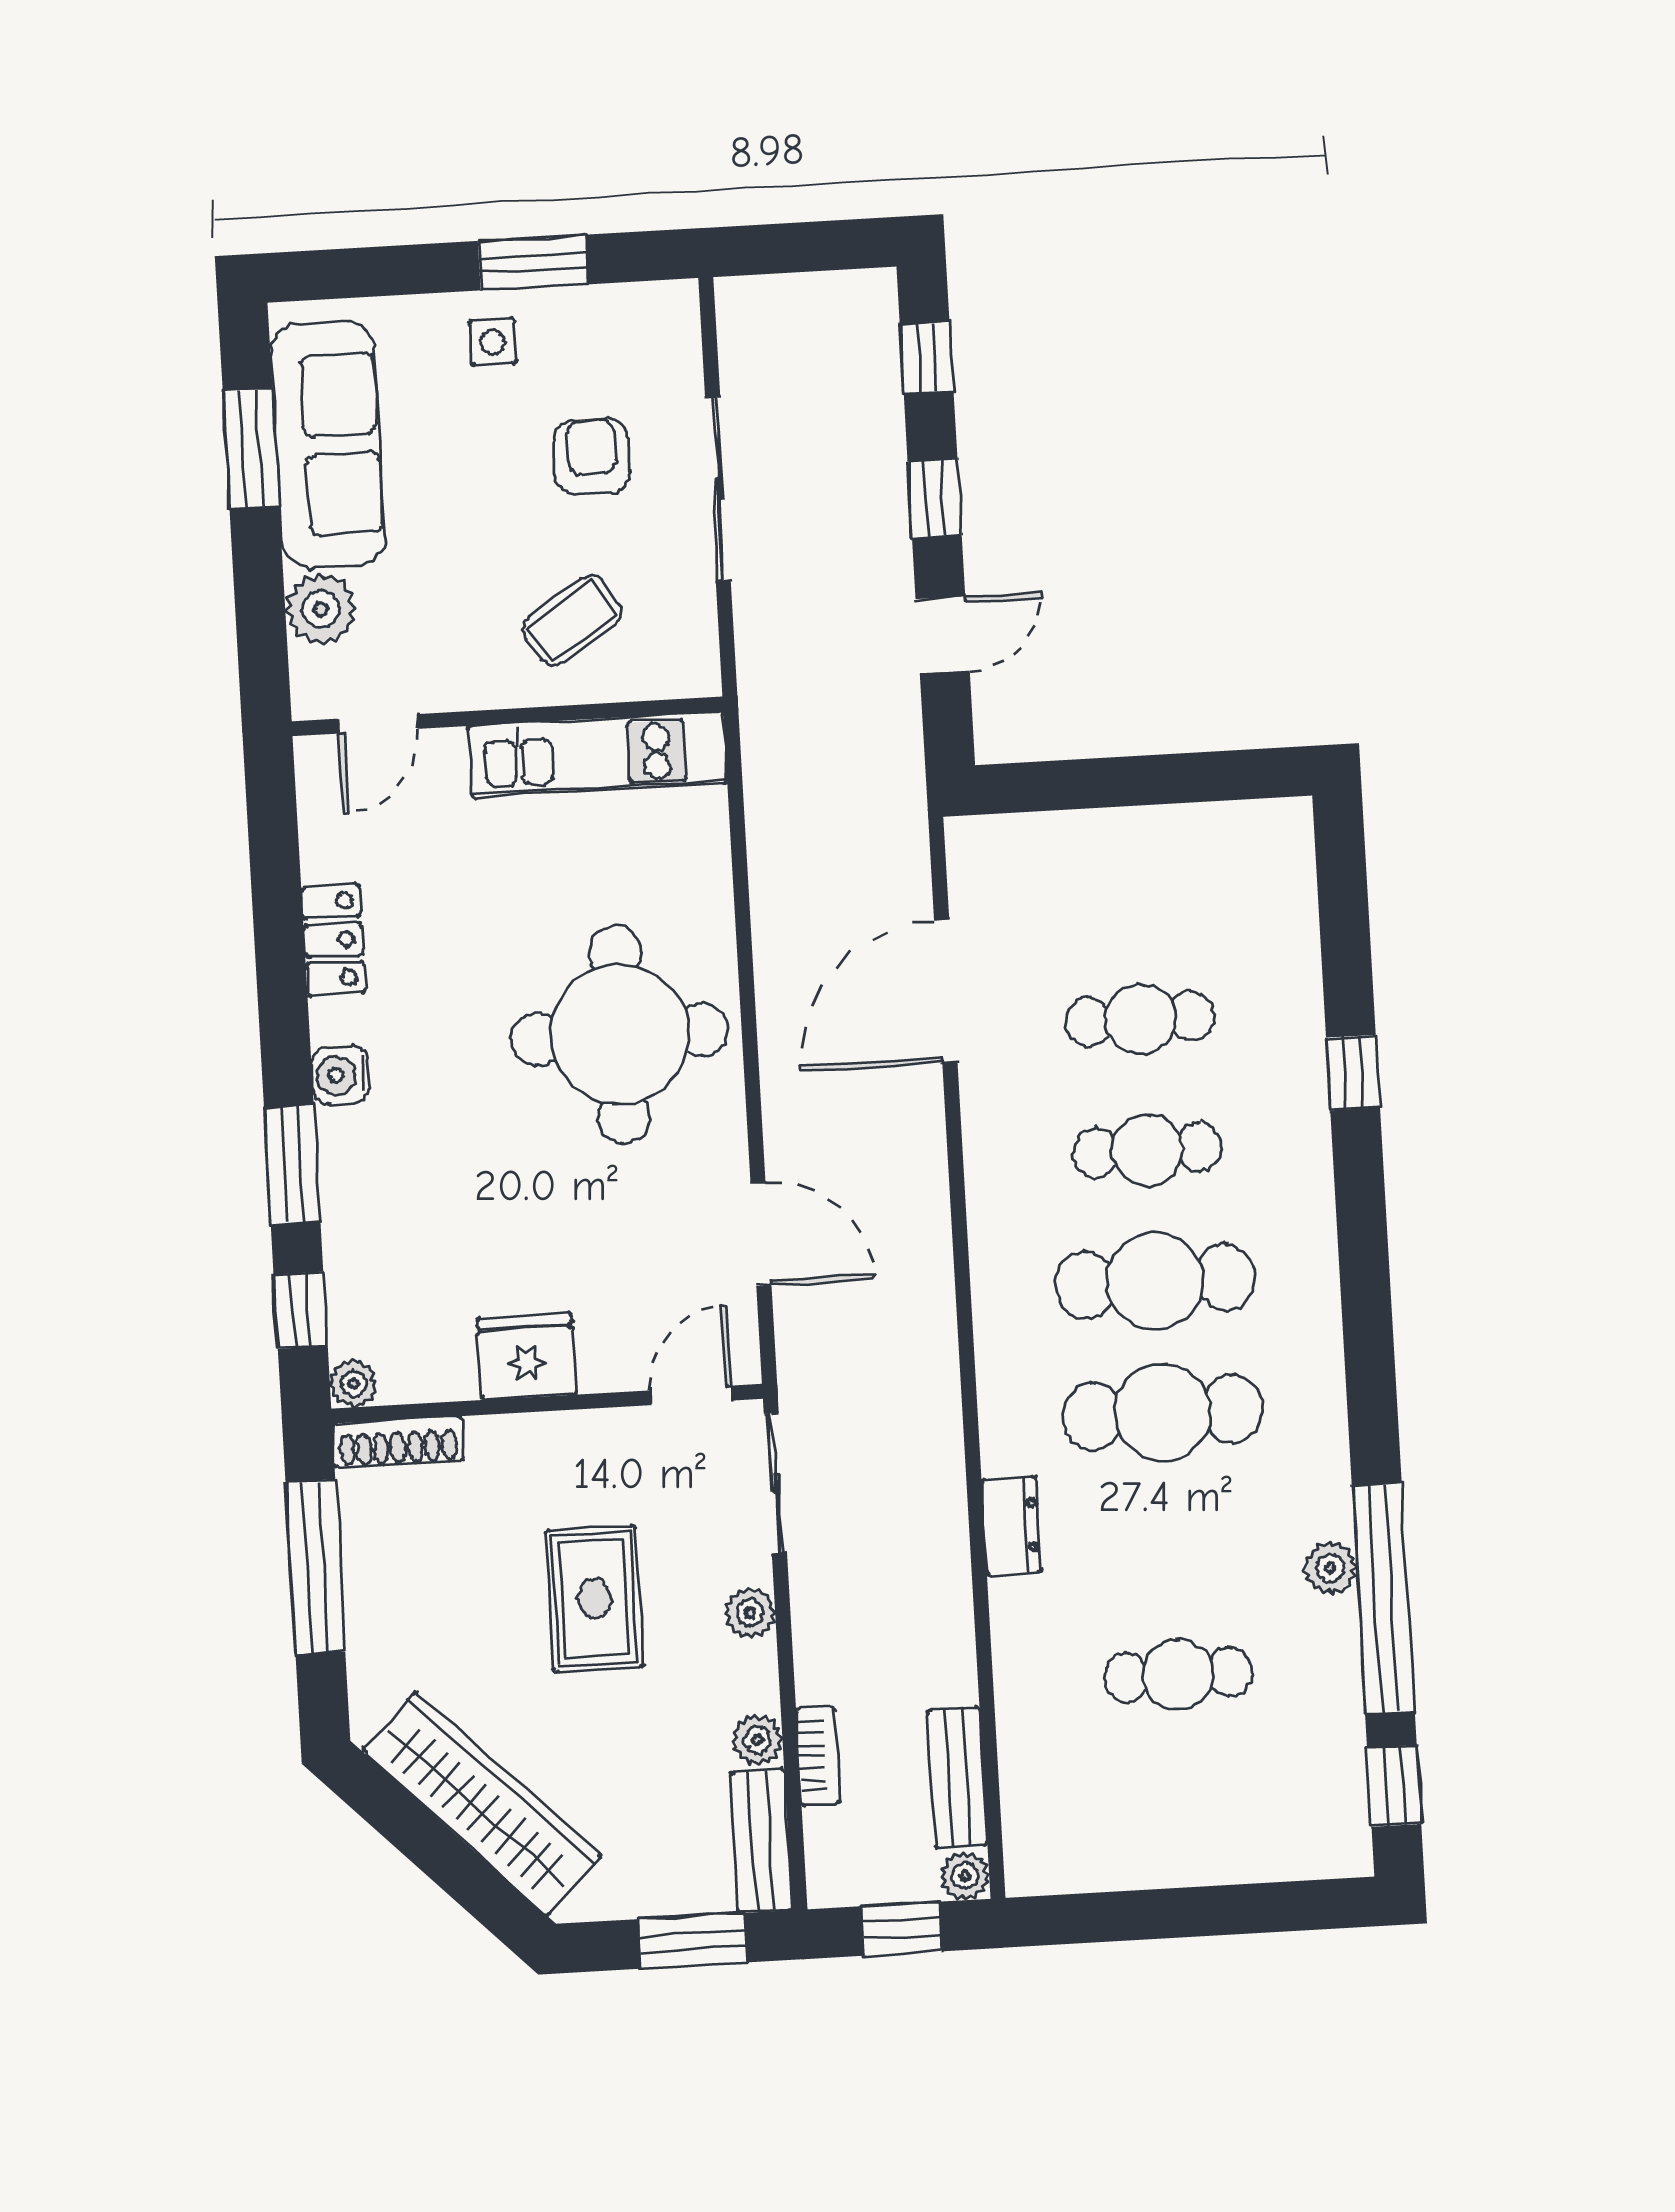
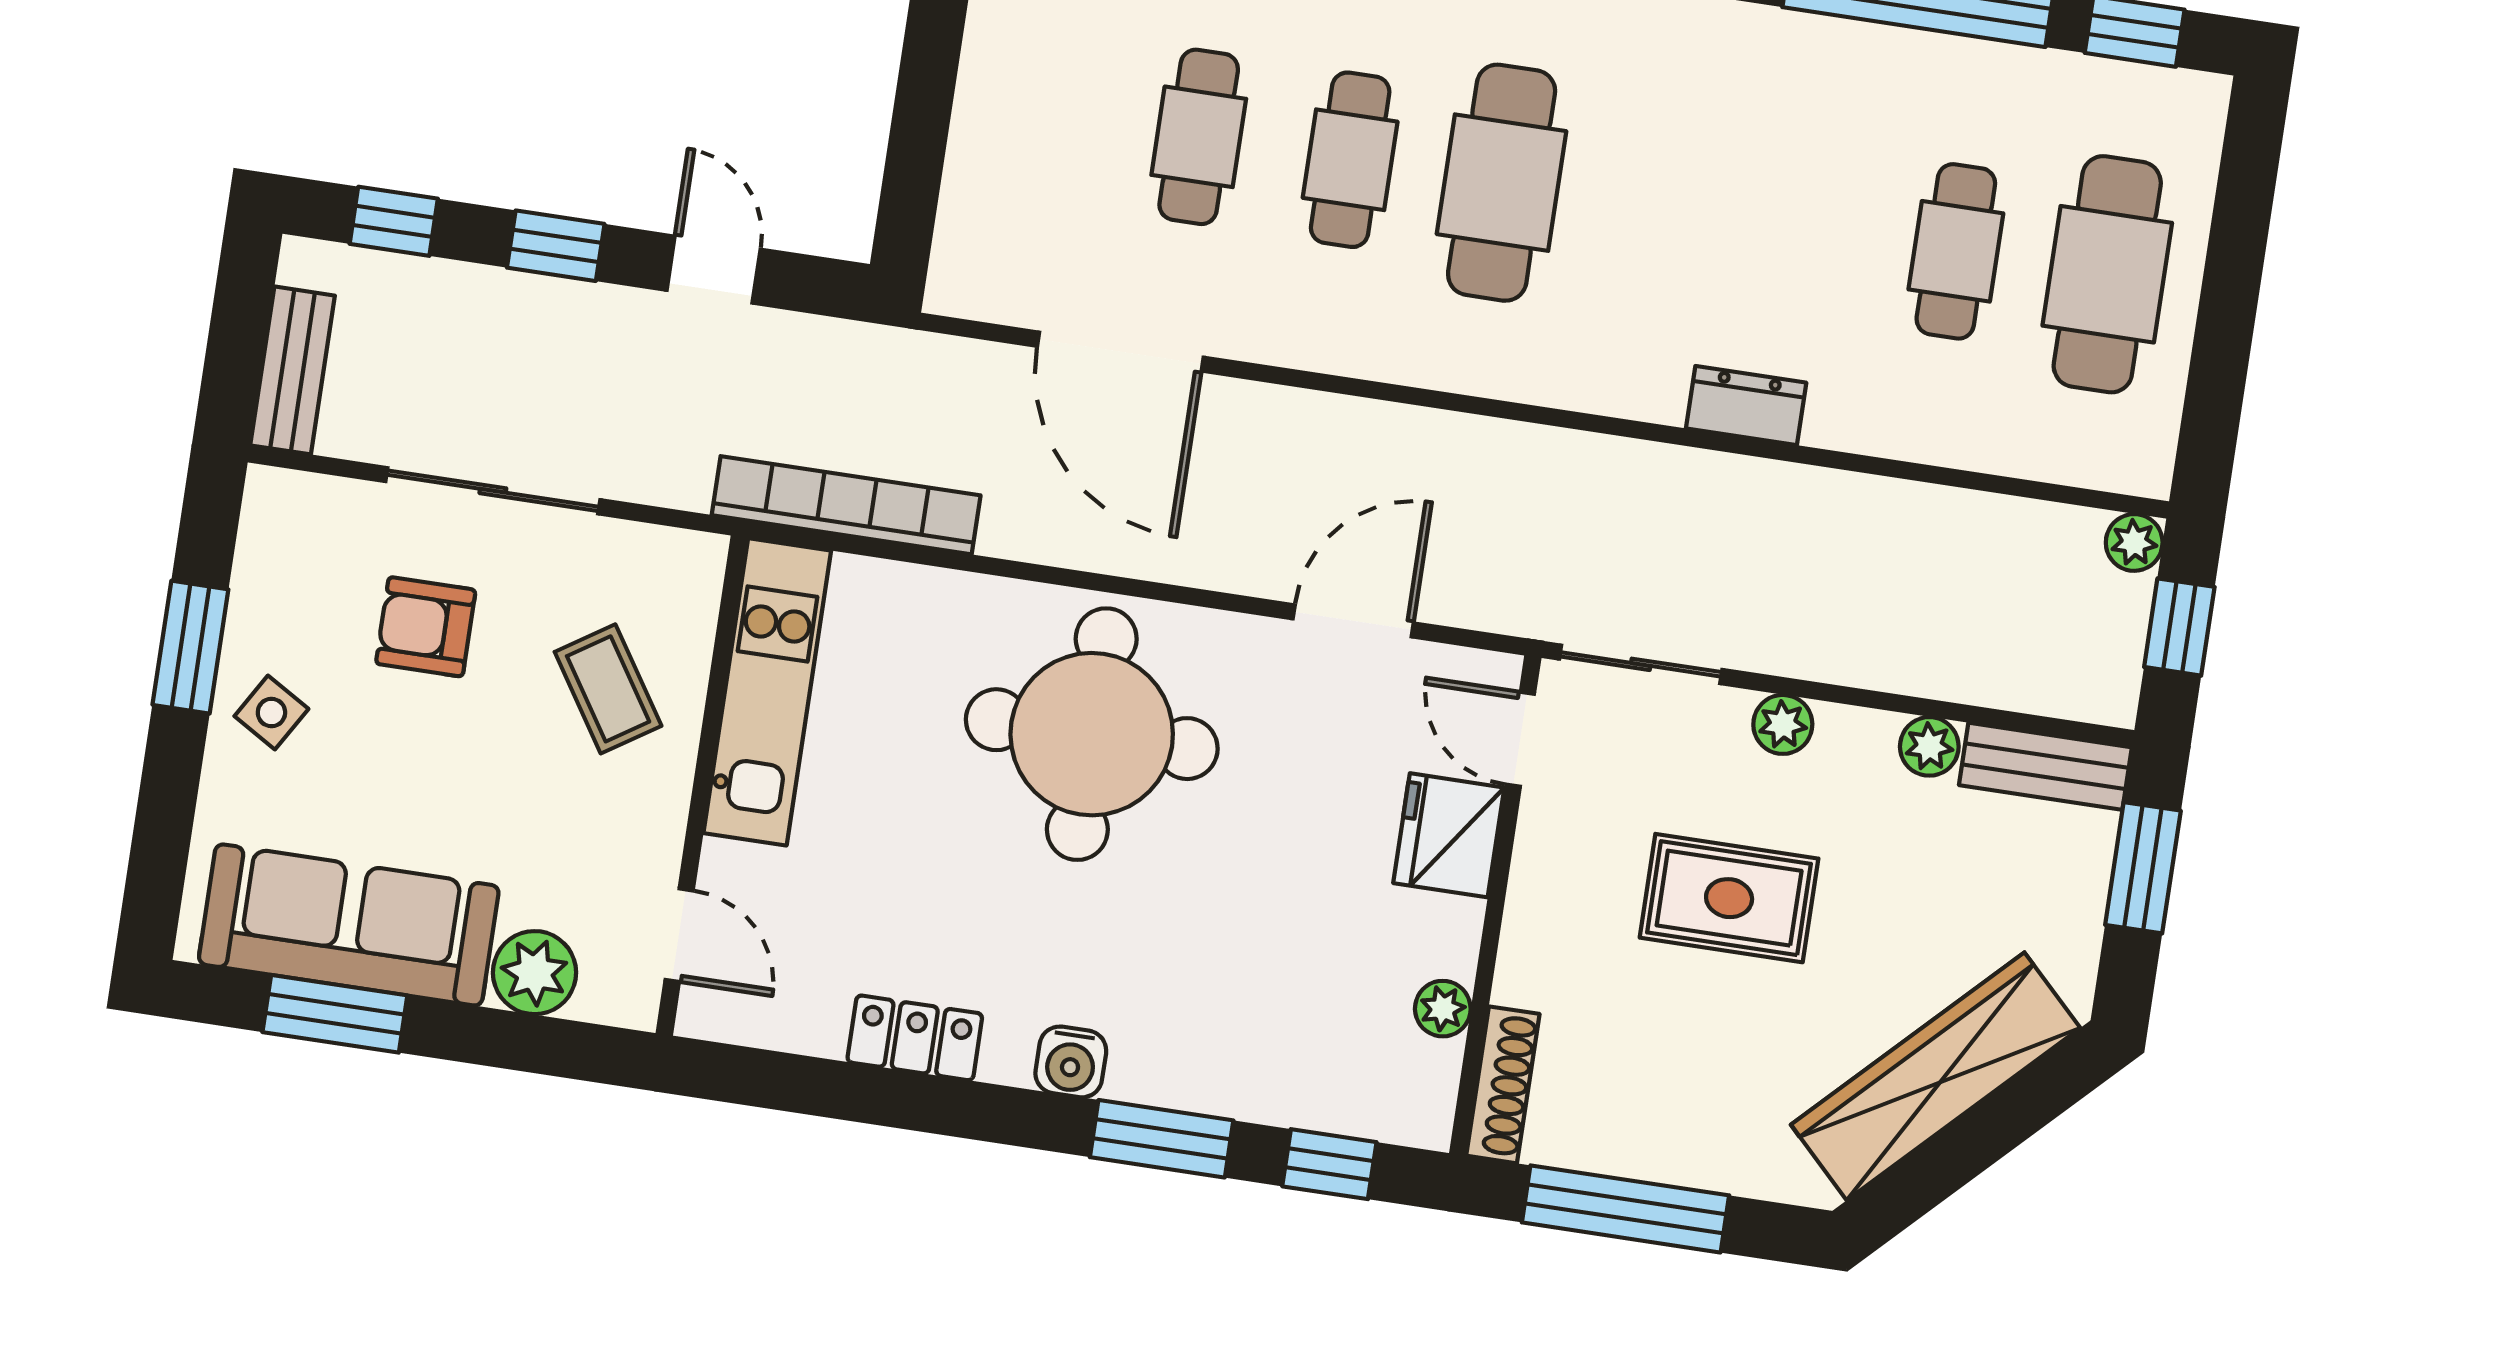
side table: (493, 342) -> (271, 712), turned 31
fridge: (527, 1356) -> (1449, 835), moved
plant: (354, 1384) -> (1443, 1009), moved
cafe table: (1163, 1412) -> (2107, 274), moved
plant: (1330, 1568) -> (1871, 52), removed
bookcase: (818, 1756) -> (846, 505), moved, width x2.31, depth x1.31
bench: (957, 1778) -> (293, 370), moved, turned 90

